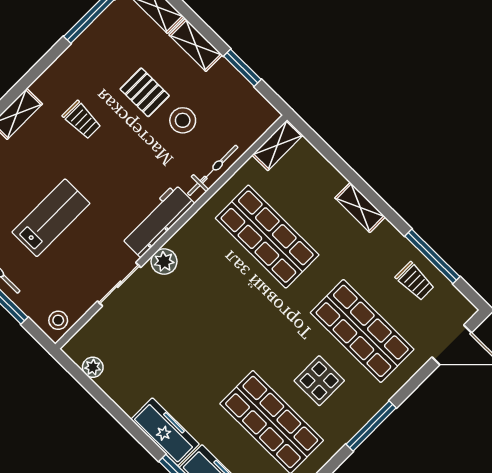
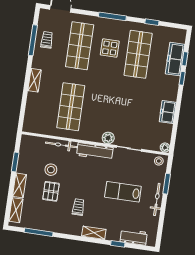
shelving: (277, 145) -> (34, 128), removed
plant: (93, 367) -> (165, 148), moved
freezer: (165, 432) -> (168, 112), moved, width x0.71

